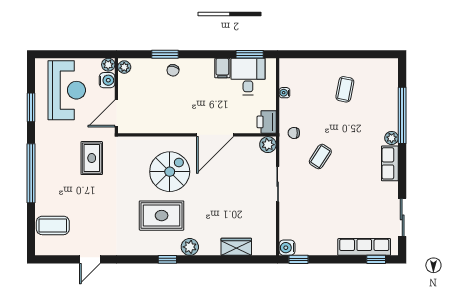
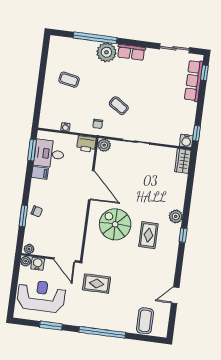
plant: (392, 138) -> (106, 52), width x1.87, depth x1.87
rug: (162, 216) -> (148, 235), width x0.73, depth x0.70
wardrobe: (236, 247) -> (183, 161), moved
door: (90, 259) -> (175, 295), swing flipped

